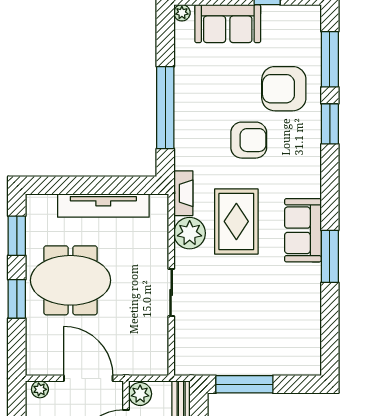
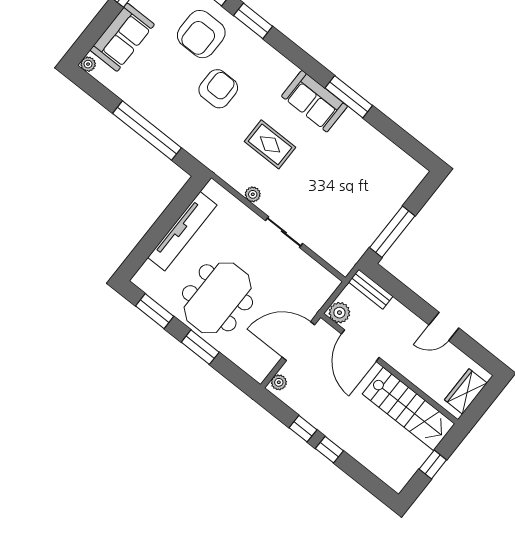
fireplace: (183, 193) -> (219, 166), removed
rug: (236, 221) -> (270, 144), width x0.73, depth x0.70
plant: (190, 233) -> (253, 194), width x0.53, depth x0.53

